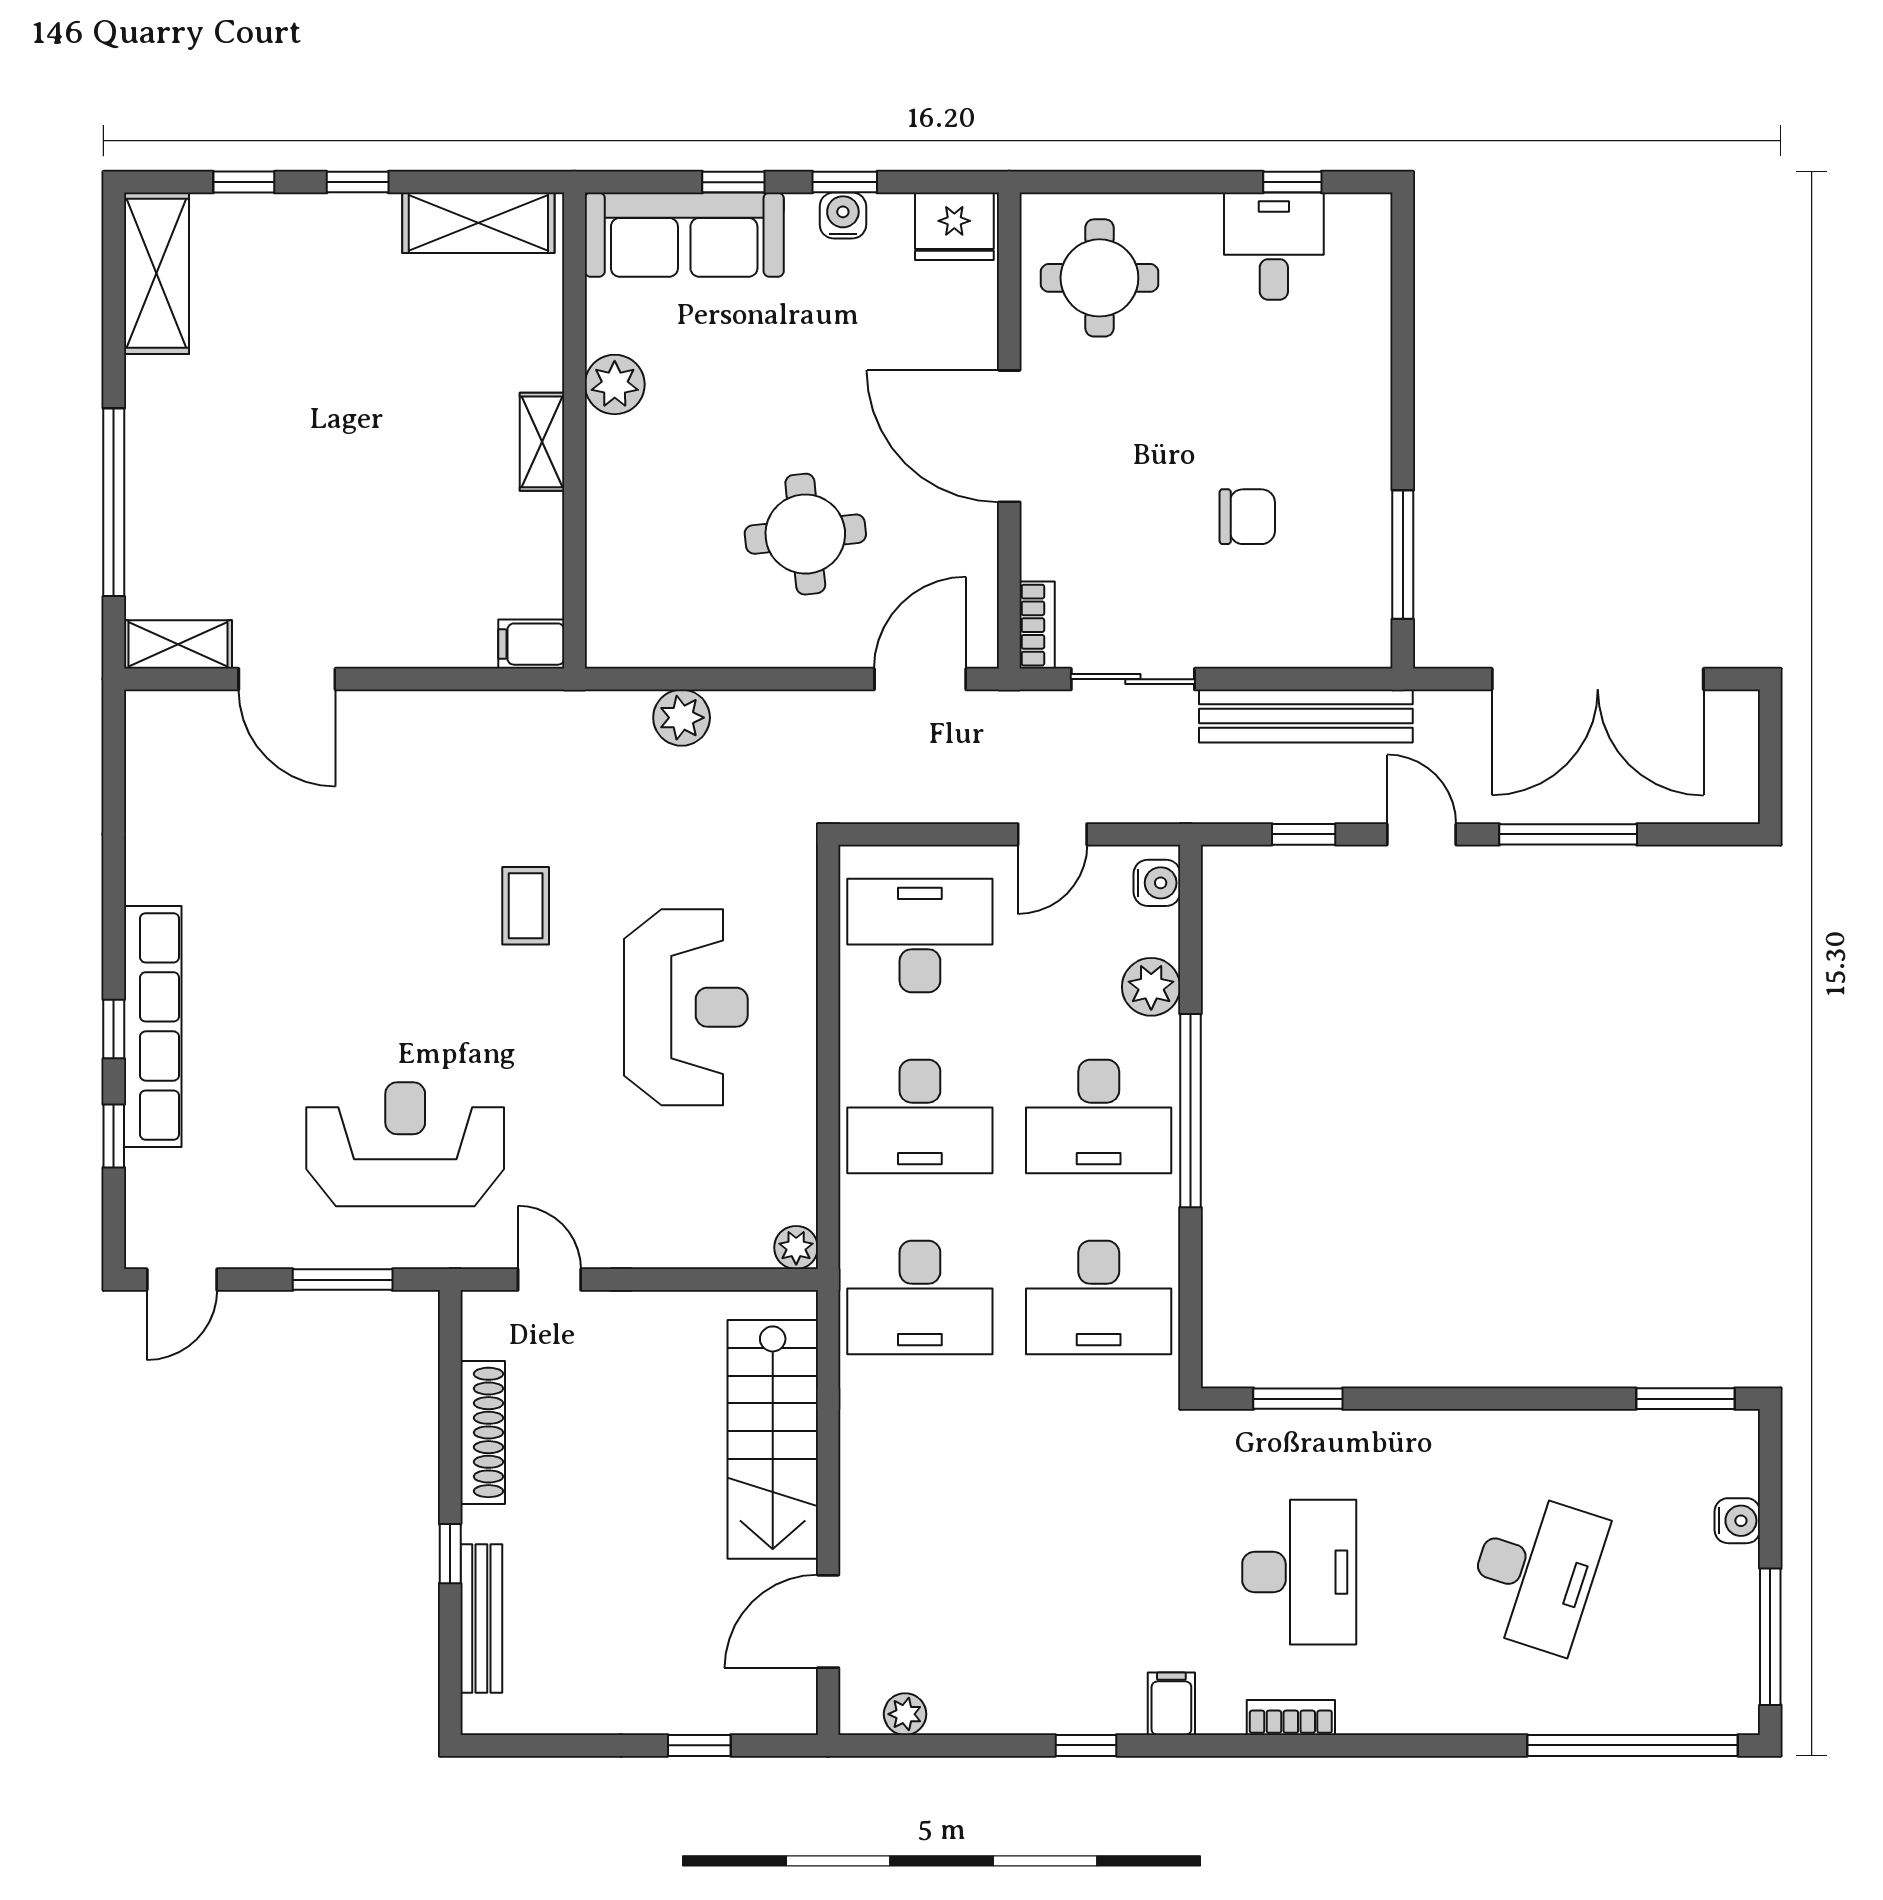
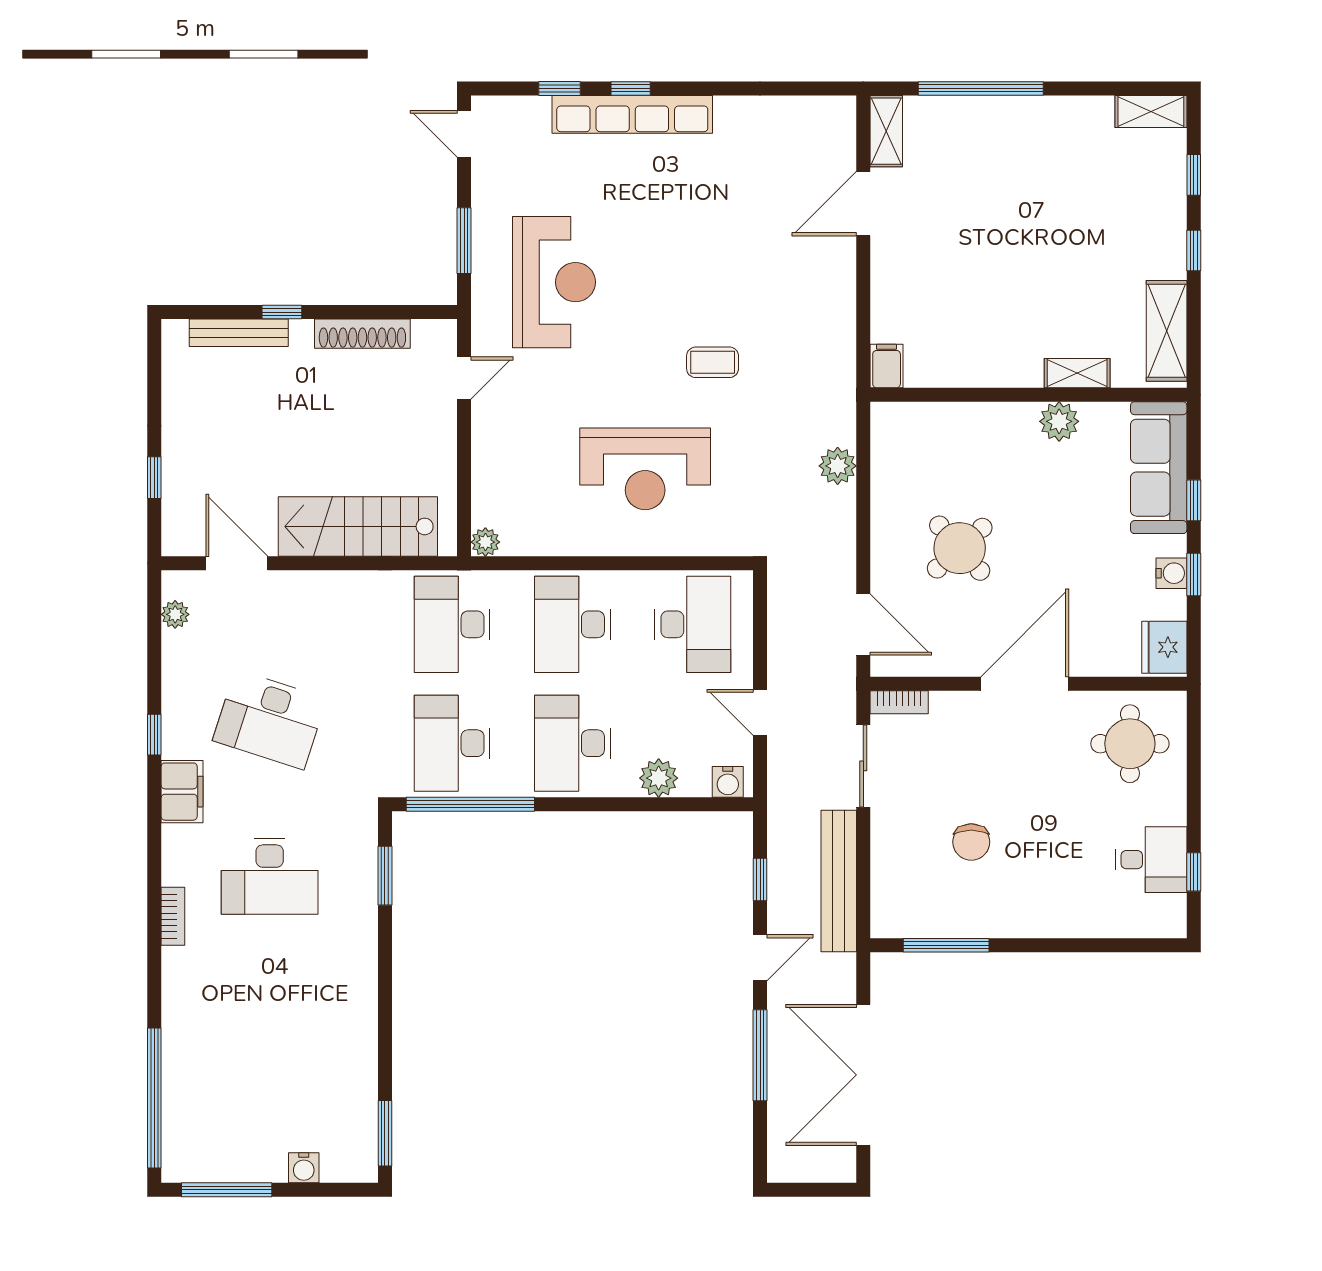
shelving: (156, 273) -> (1151, 111), width x0.67, depth x0.75
shelving: (542, 442) -> (1077, 373), moved
round table: (805, 534) -> (960, 548), turned -36
window: (1190, 1111) -> (470, 804), moved
desk: (1535, 1572) -> (270, 720), moved
filing cabinet: (1171, 1704) -> (182, 792), width x2.00
bookcase: (1291, 1718) -> (173, 916), moved

